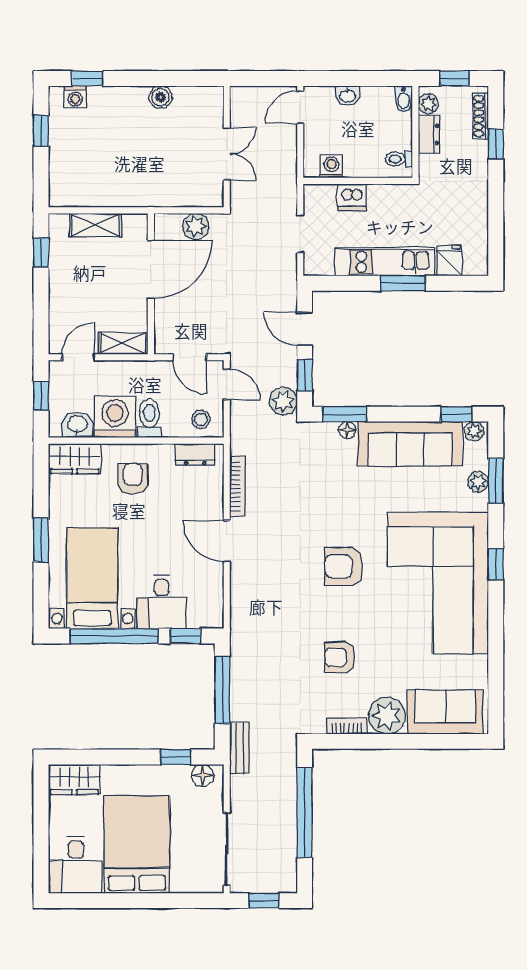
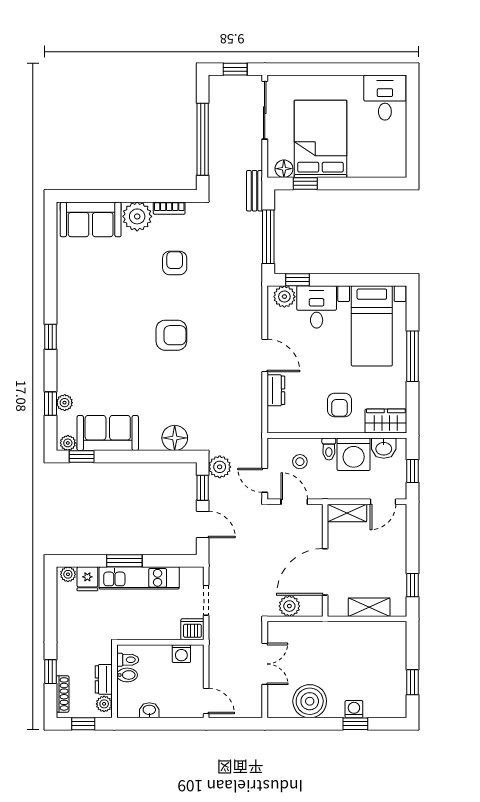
window: (88, 79) -> (355, 724), moved
washbasin: (348, 96) -> (149, 710), moved
washing machine: (75, 97) -> (354, 709), moved
boiler: (160, 97) -> (310, 701), width x1.86, depth x1.86
bidet: (404, 99) -> (127, 675), moved, turned 90
door: (300, 107) -> (206, 701), hinge flipped
double door: (227, 154) -> (265, 664), swing flipped
dishwasher: (352, 197) -> (192, 629), moved
plant: (474, 266) -> (68, 574), added
window: (344, 414) -> (171, 457), removed
toilet: (149, 418) -> (329, 449), width x0.73, depth x0.72
stool: (201, 419) -> (300, 462), moved
floor lamp: (347, 430) -> (175, 438), width x1.89, depth x1.89
sofa: (410, 444) -> (108, 433), width x0.73
dresser: (195, 454) -> (276, 390), moved, turned 90
window: (496, 481) -> (50, 404), width x0.67
bookcase: (237, 487) -> (256, 399), removed
window: (41, 540) -> (413, 356), width x1.44
corner sofa: (438, 583) -> (97, 322), removed
plant: (202, 615) -> (284, 297), added
window: (114, 636) -> (354, 280), removed
armchair: (340, 657) -> (175, 263), turned -90
wardrobe: (74, 779) -> (386, 166), removed
bed: (137, 845) -> (320, 139), moved, turned 180

